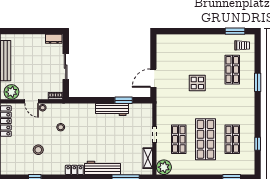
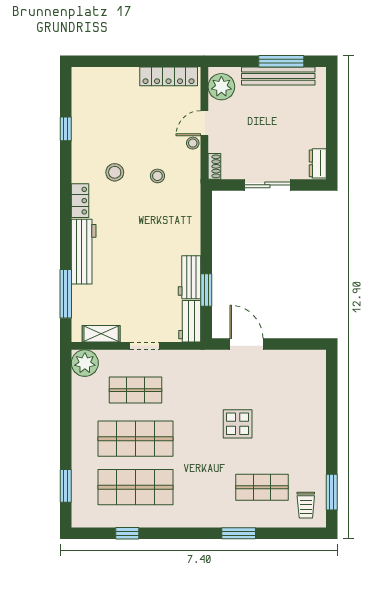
workbench: (141, 109) -> (190, 321), added
workbench: (112, 110) -> (189, 277), width x0.73
shop shelf: (232, 139) -> (136, 487), width x1.43, depth x1.36
stool: (38, 150) -> (115, 172), moved

